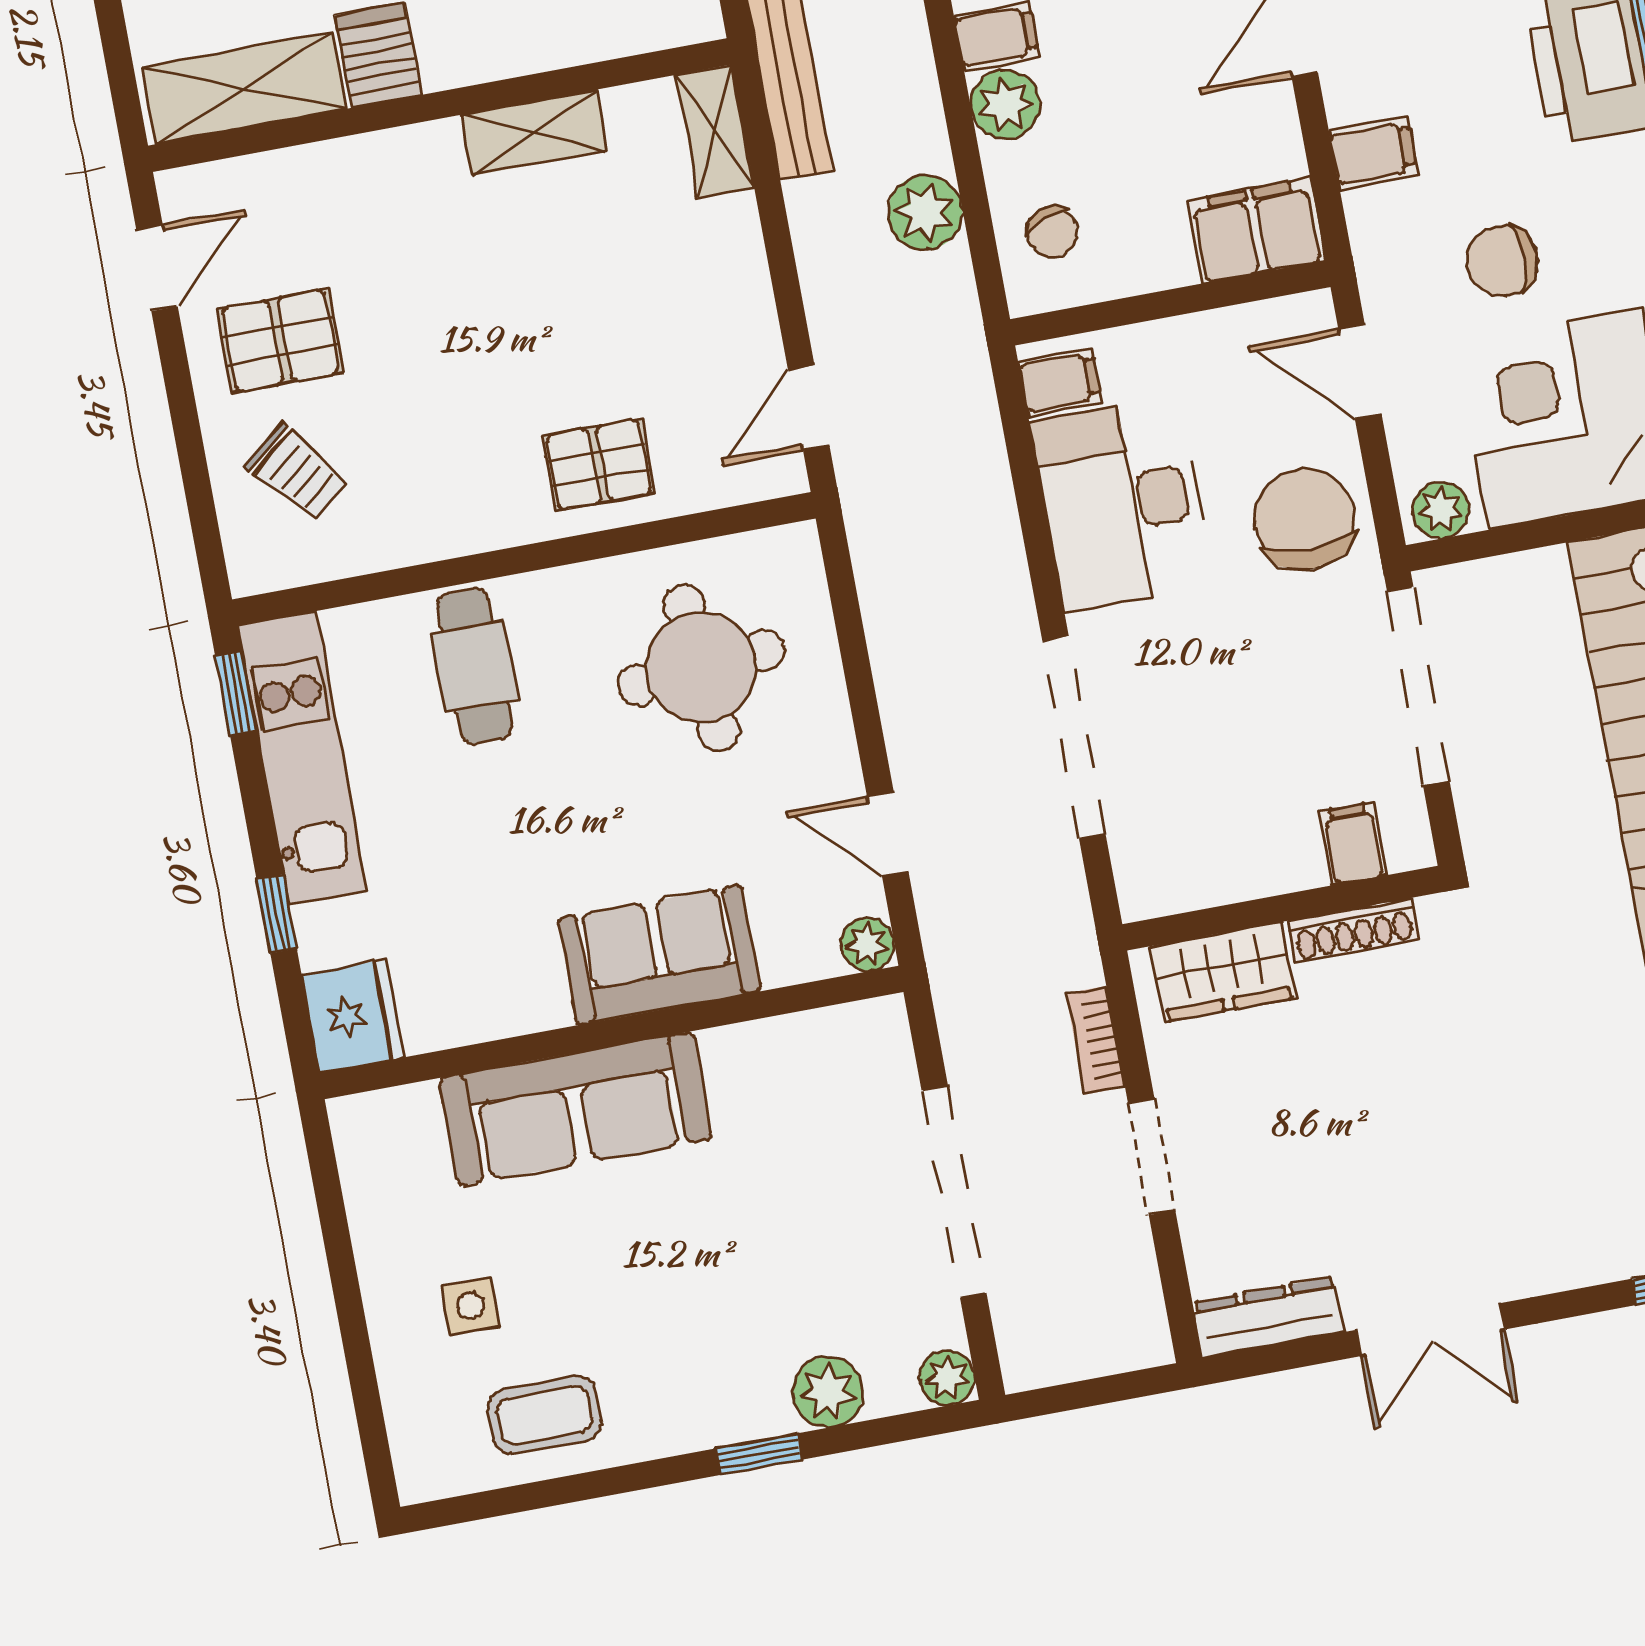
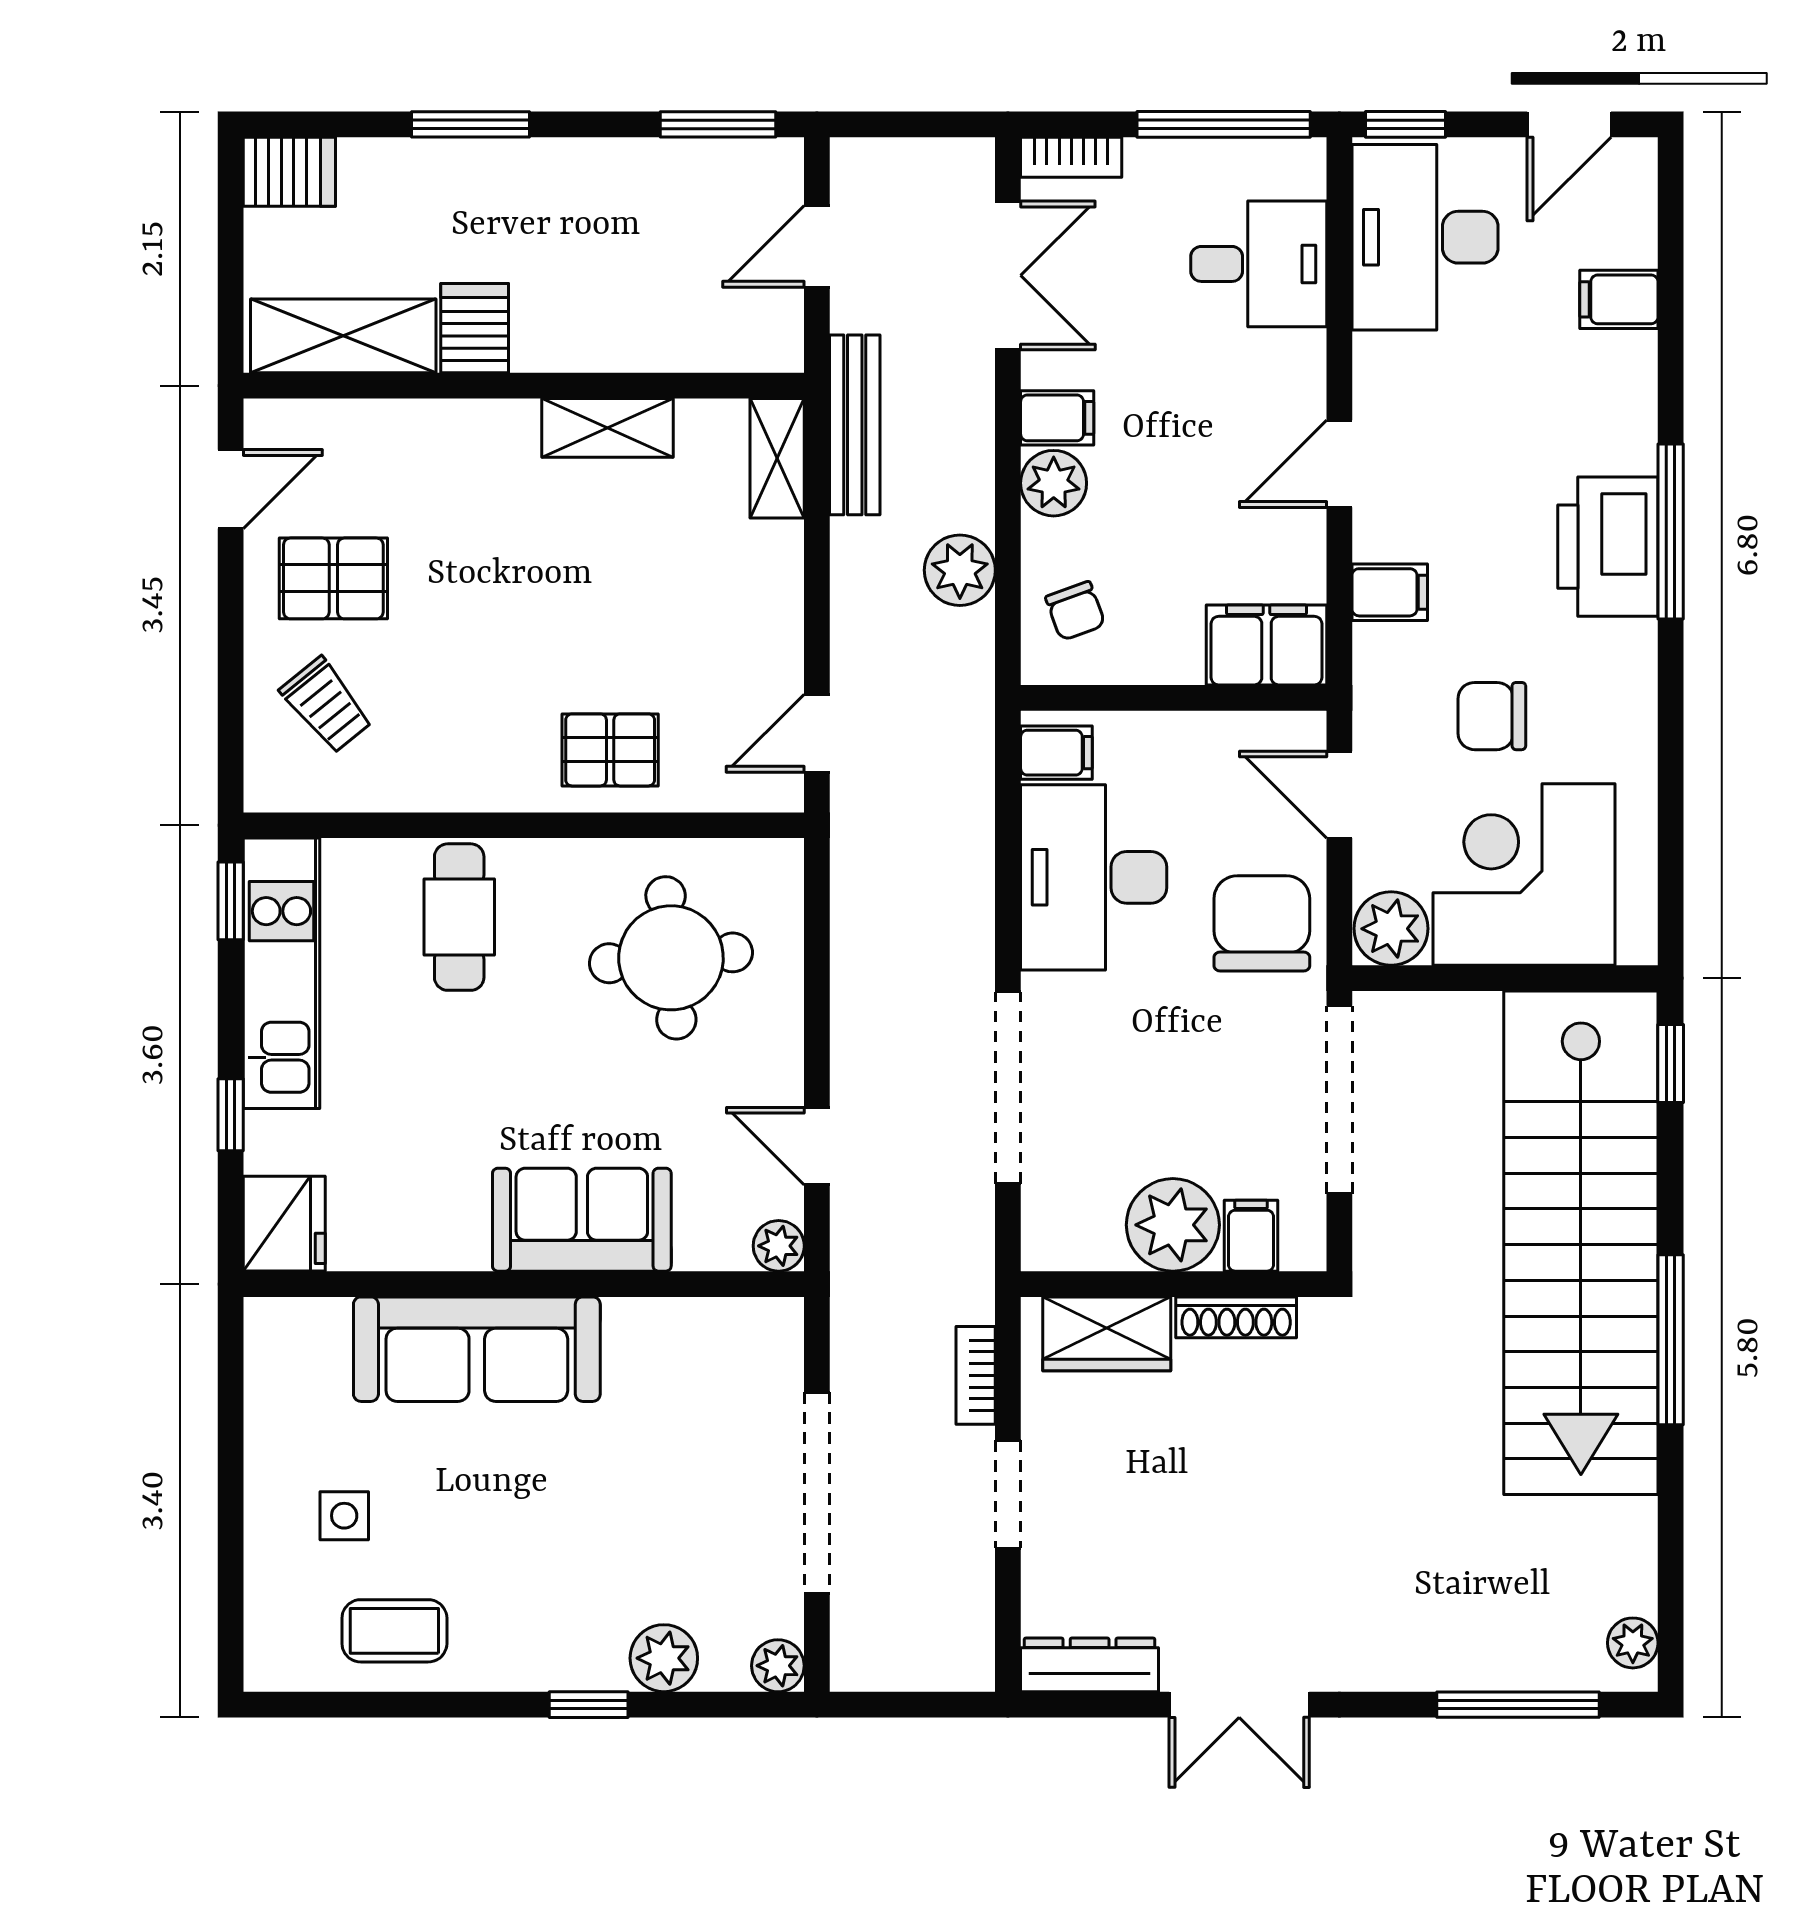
plant: (1441, 510) -> (1391, 929), width x1.38, depth x1.38
plant: (1270, 847) -> (1173, 1225), added

